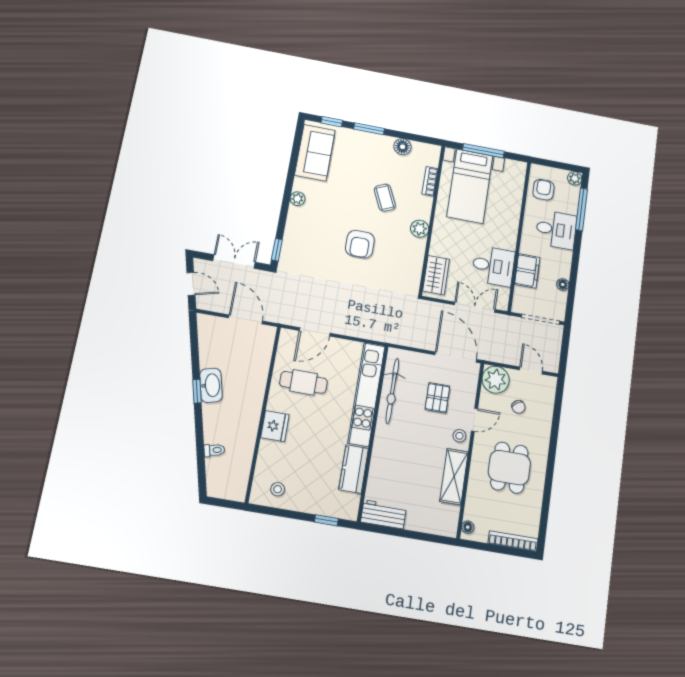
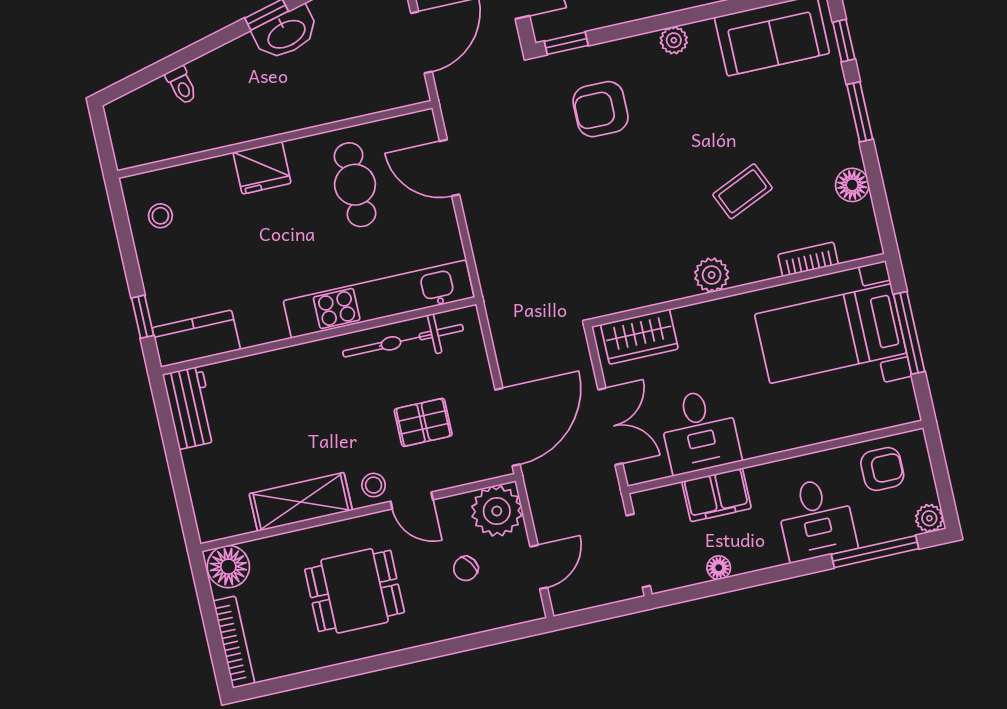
armchair: (360, 244) -> (601, 109), moved
kitchen counter: (354, 469) -> (196, 339), moved
floor lamp: (468, 527) -> (228, 567), width x1.89, depth x1.89

